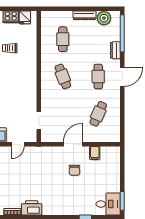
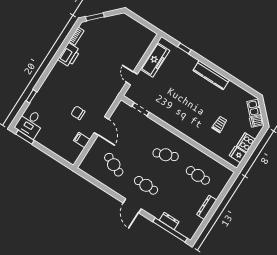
plant: (104, 18) -> (193, 223), removed
dresser: (115, 50) -> (169, 221), moved

